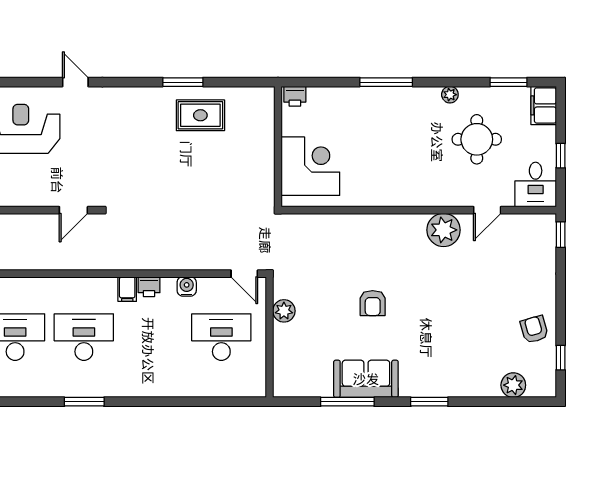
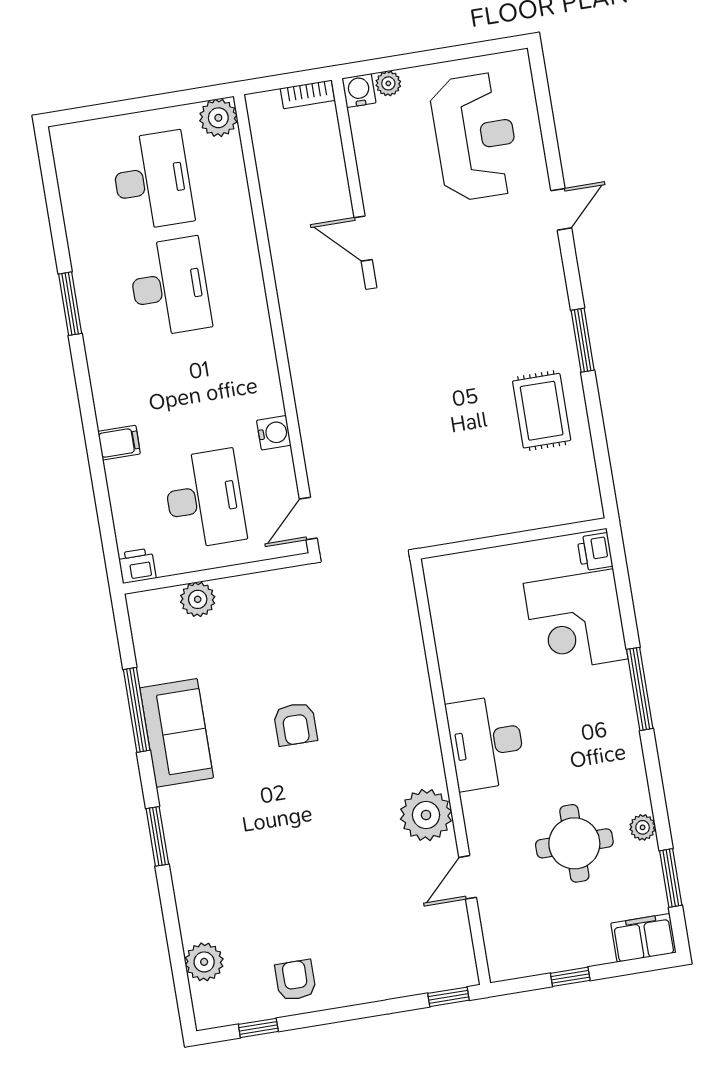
window: (183, 82) -> (583, 340), moved
plant: (450, 95) -> (643, 827), moved
corner desk: (310, 166) -> (576, 621), moved, turned 90
desk: (536, 185) -> (486, 743), moved, width x1.37
door: (487, 210) -> (468, 877), hinge flipped
printer: (149, 287) -> (137, 566), moved, turned 90
filing cabinet: (127, 289) -> (119, 443), moved, turned 180
armchair: (373, 303) -> (295, 724), turned -90
plant: (284, 311) -> (198, 599), moved
armchair: (534, 329) -> (295, 980), turned -74

